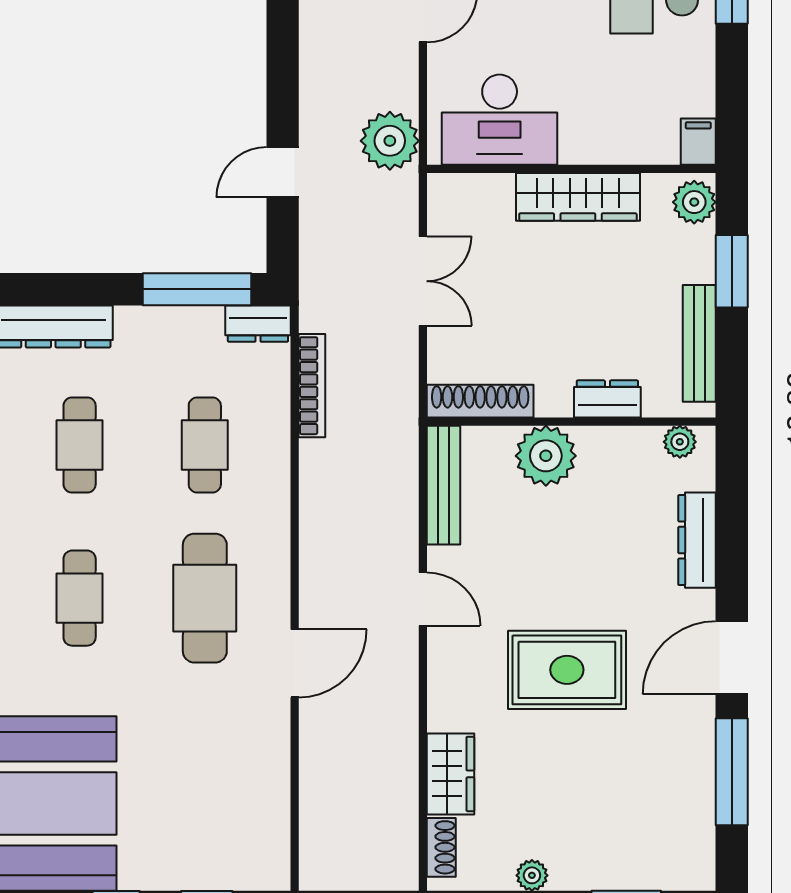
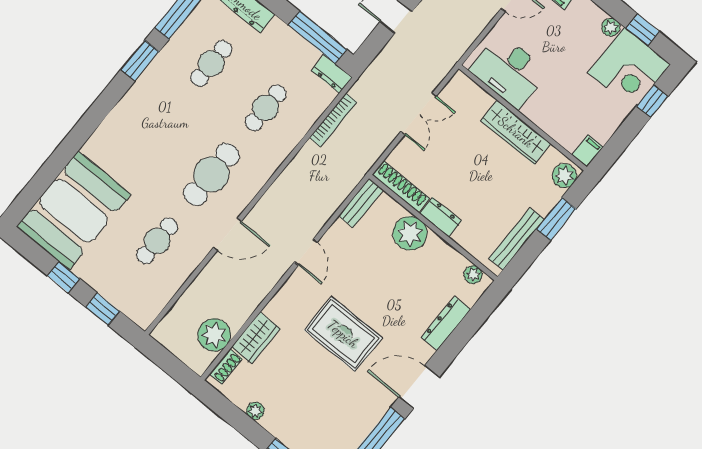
plant: (390, 141) -> (214, 335), moved
dresser: (607, 399) -> (441, 217), moved
bench: (444, 485) -> (361, 203), width x0.73
cafe table: (80, 598) -> (157, 241), moved

